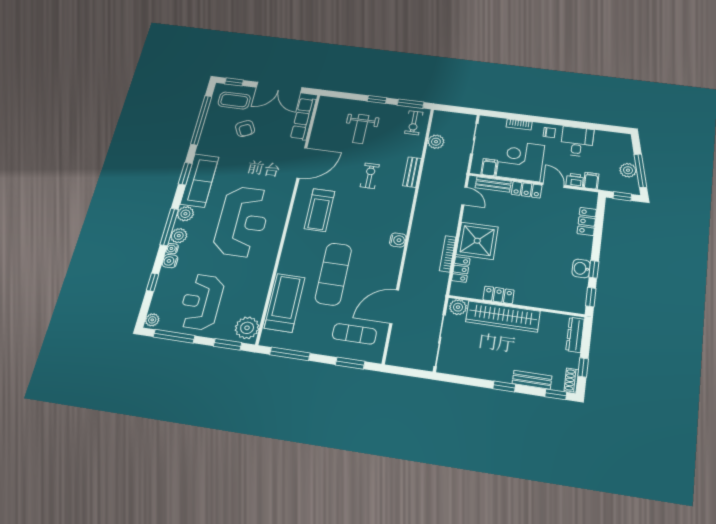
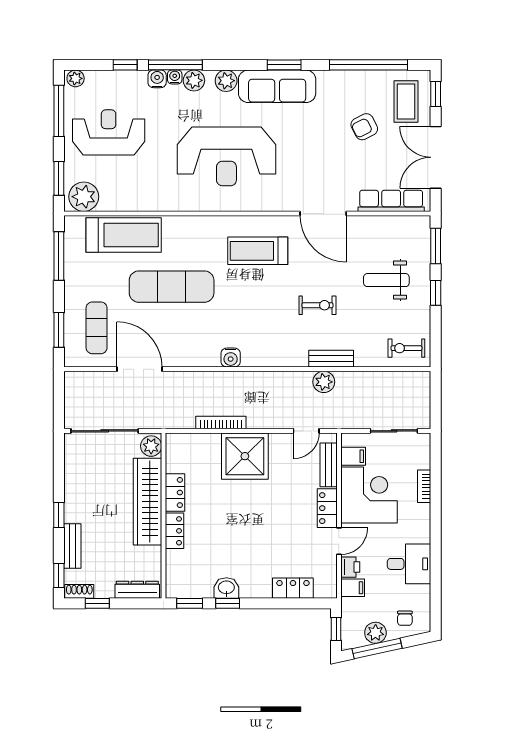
window: (411, 104) -> (436, 246), moved
chair: (549, 133) -> (405, 618), moved
plant: (436, 142) -> (324, 382), moved
window: (169, 227) -> (175, 65), moved
locker: (461, 269) -> (175, 531), moved, turned -90

